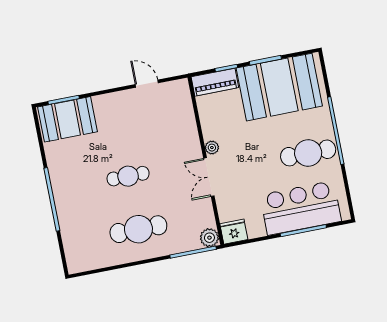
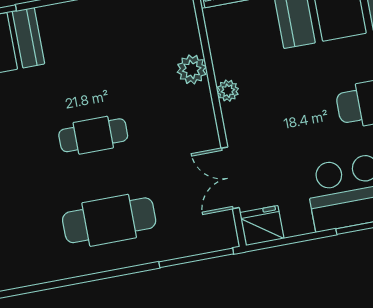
double door: (209, 177) -> (230, 178), moved
plant: (209, 238) -> (192, 69), moved

